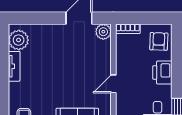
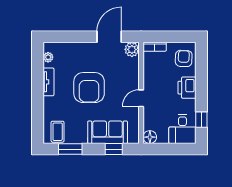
plant: (19, 40) -> (48, 57), width x0.53, depth x0.53
armchair: (58, 72) -> (89, 88), added

